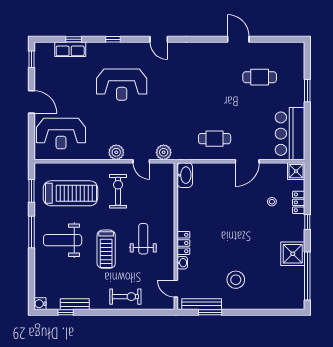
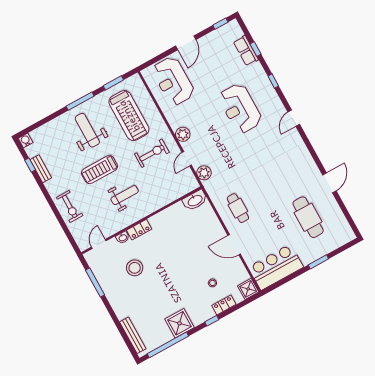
cafe table: (260, 77) -> (308, 217), width x1.37, depth x1.35
stool: (236, 280) -> (135, 268), moved
bench: (202, 304) -> (133, 335), moved
window: (210, 312) -> (95, 282), width x1.44

